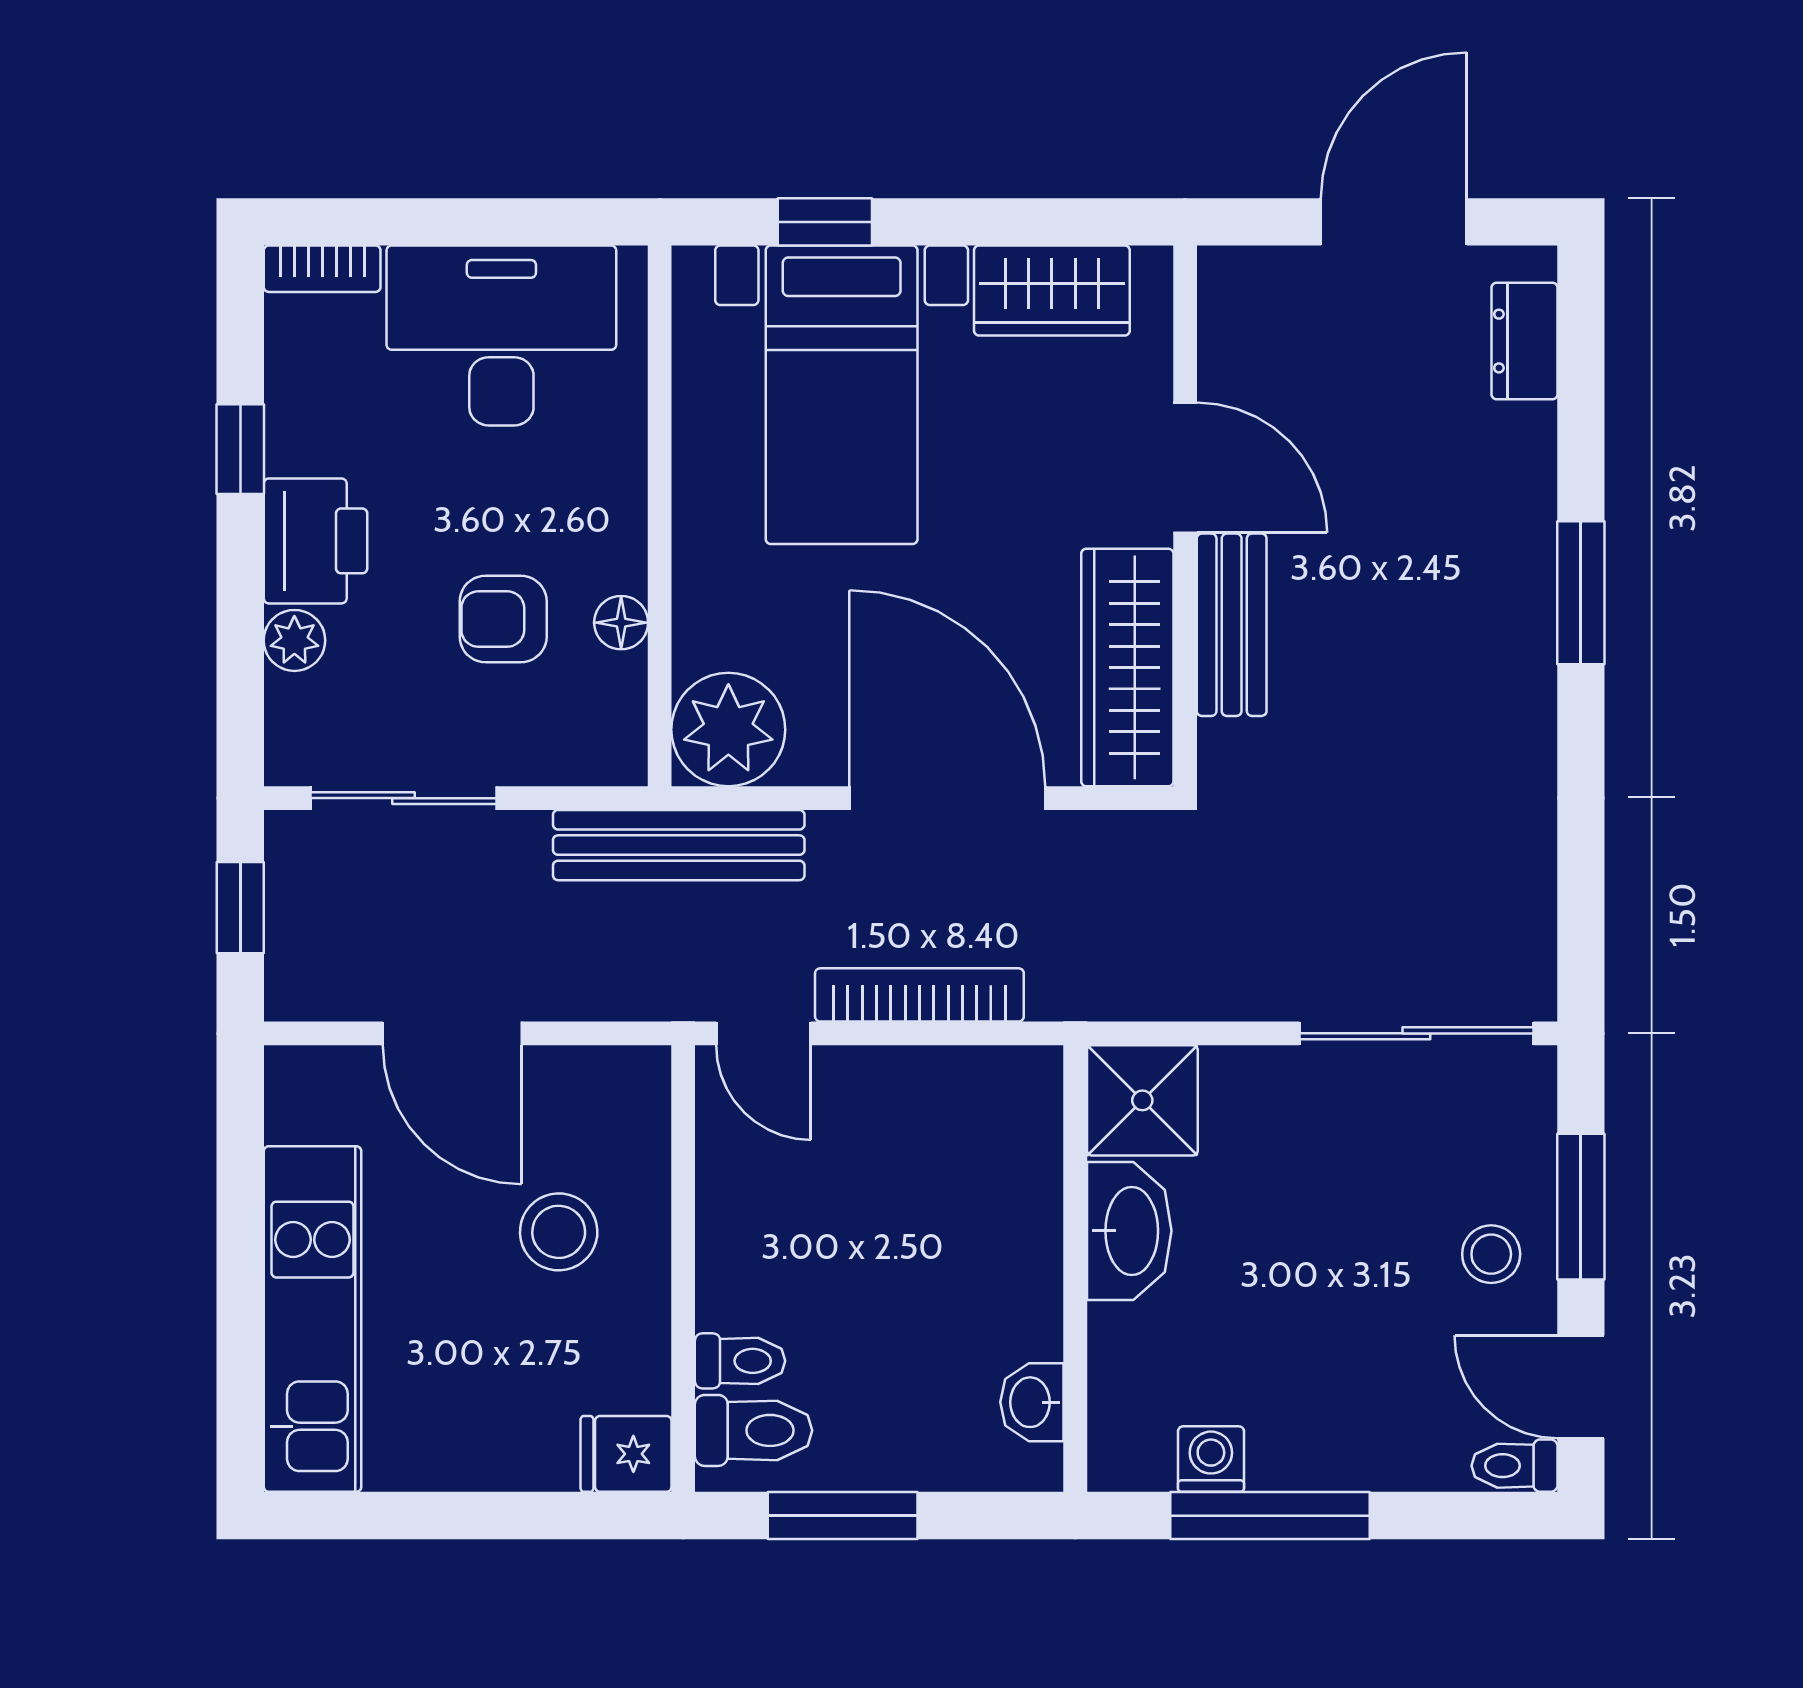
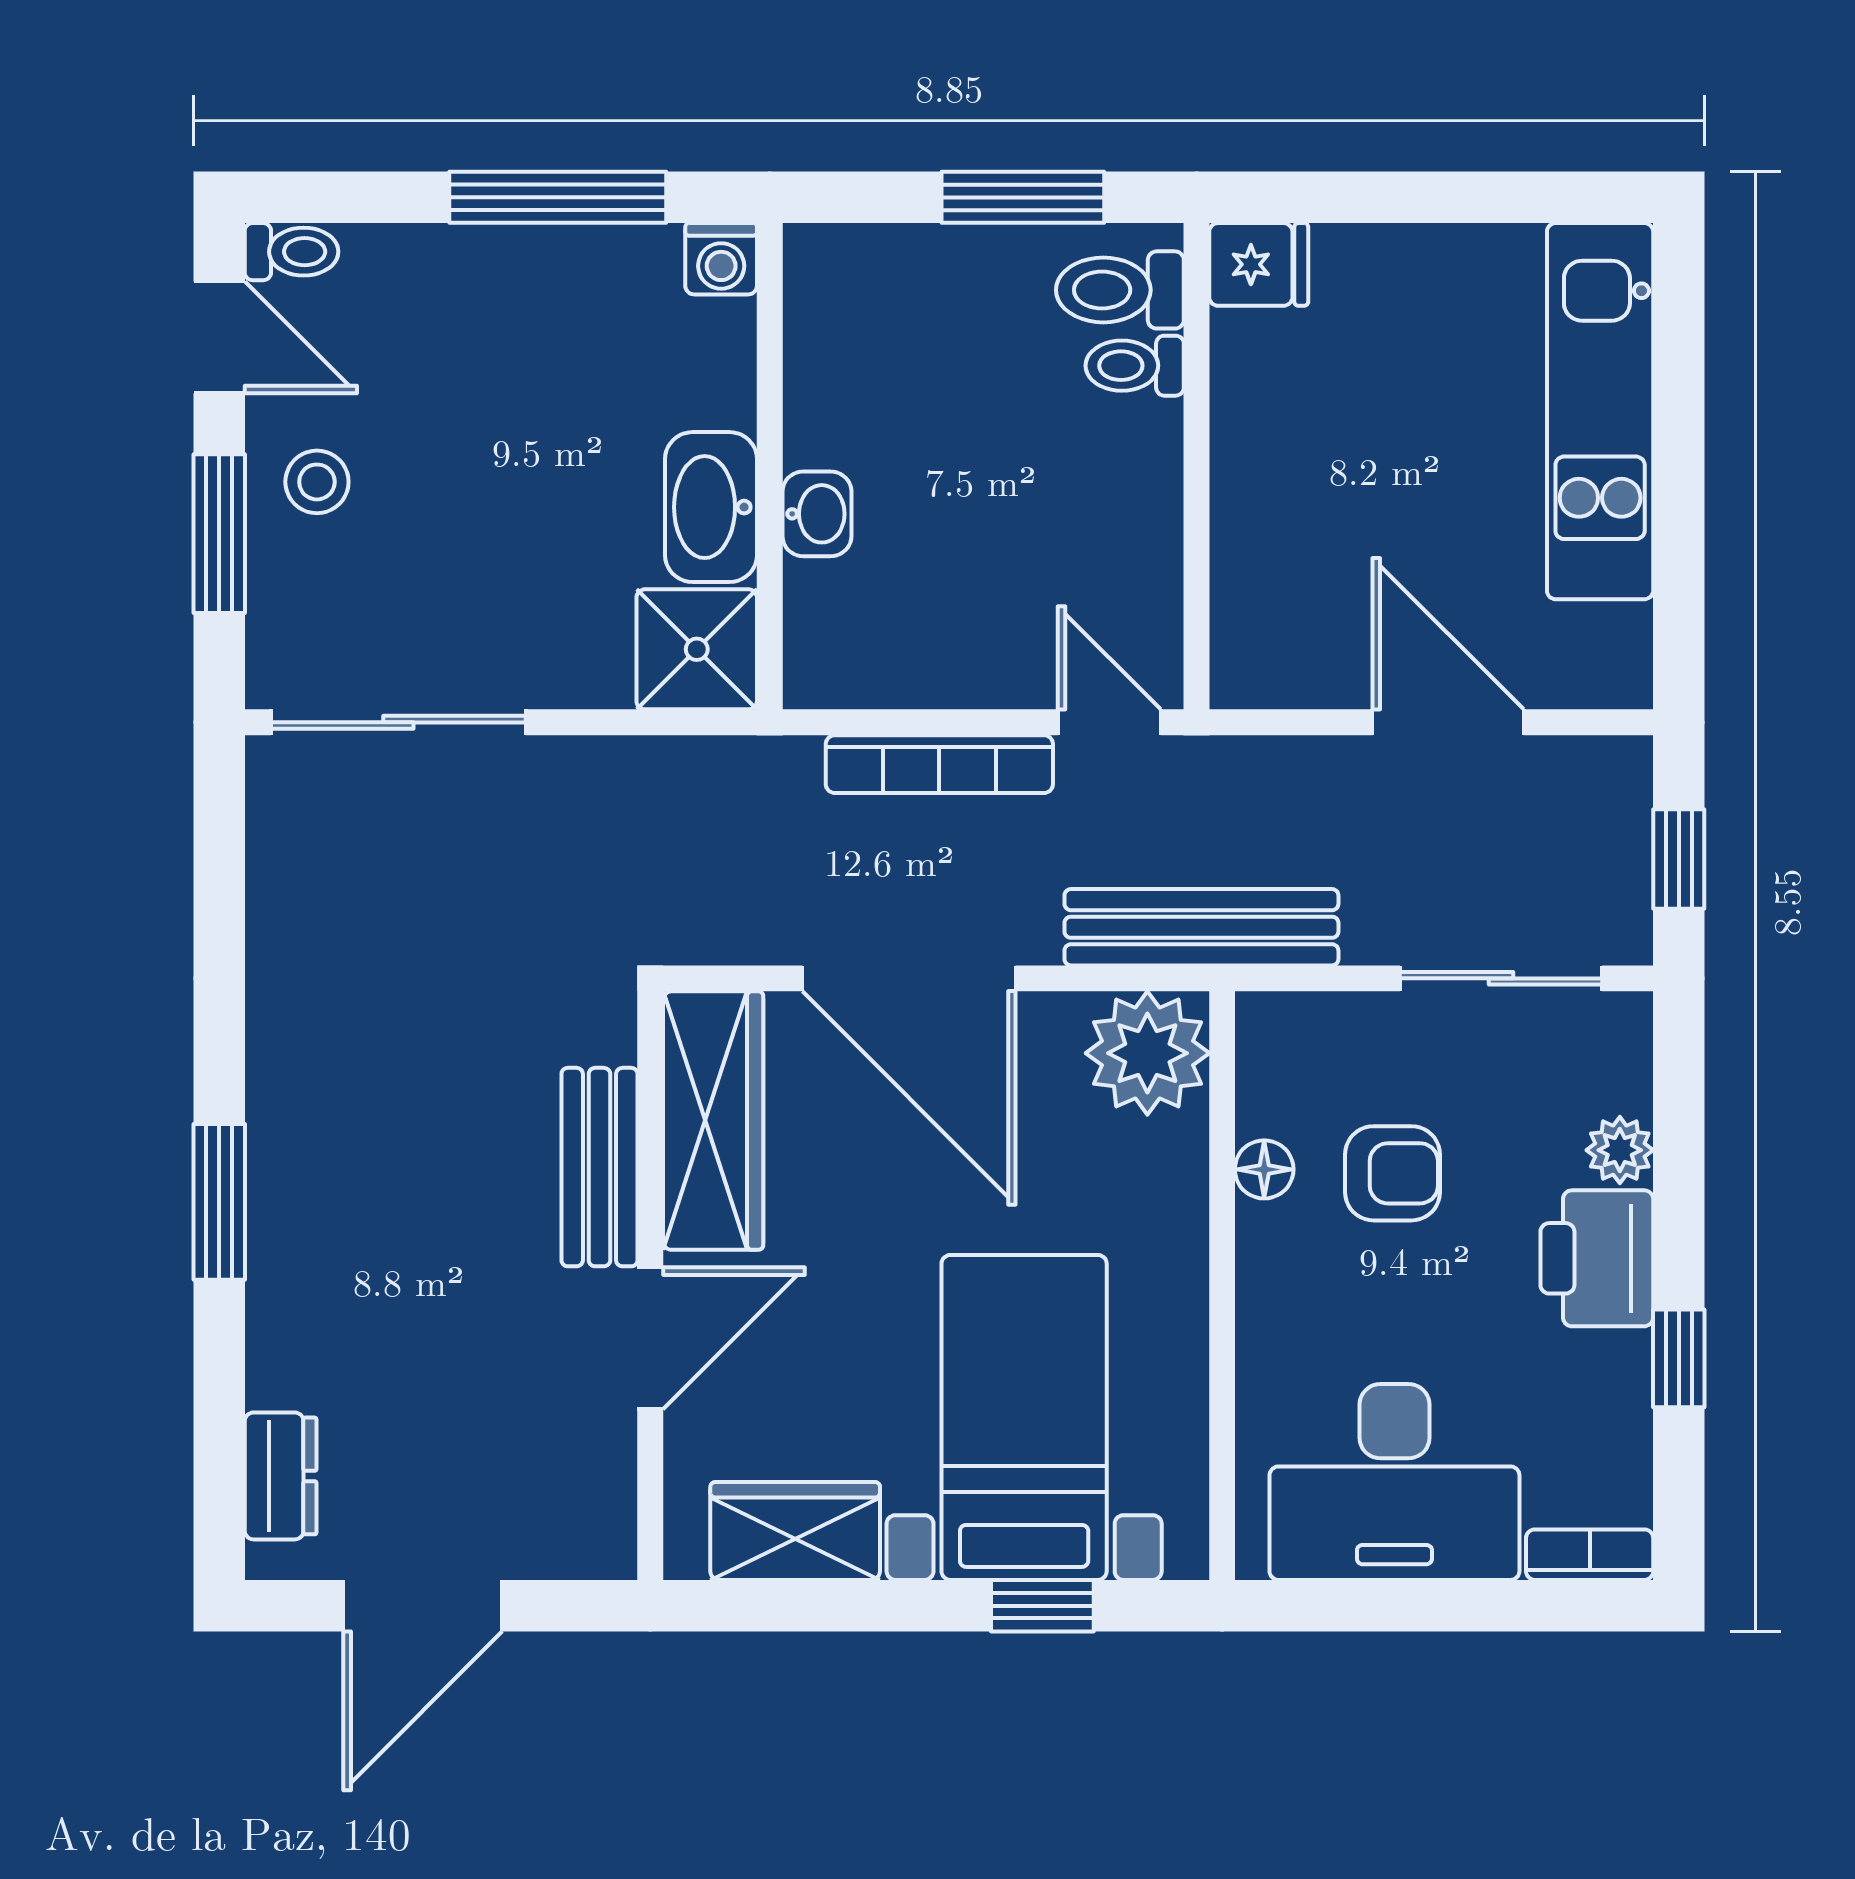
door: (1185, 468) -> (650, 1338), swing flipped
stool: (559, 1232) -> (1332, 506), removed
washbasin: (1032, 1402) -> (817, 514), moved
washing machine: (1211, 1459) -> (721, 259), moved

